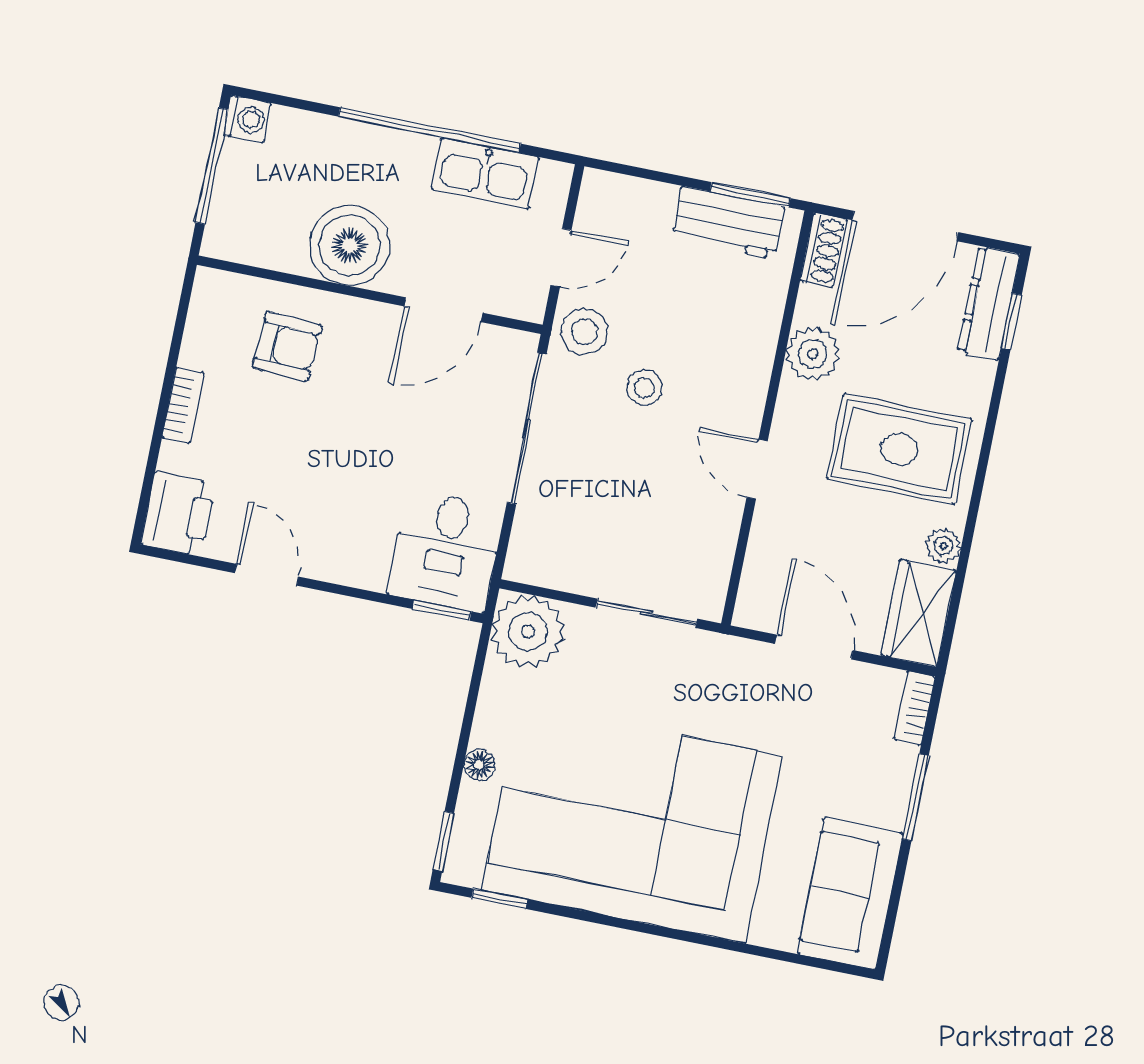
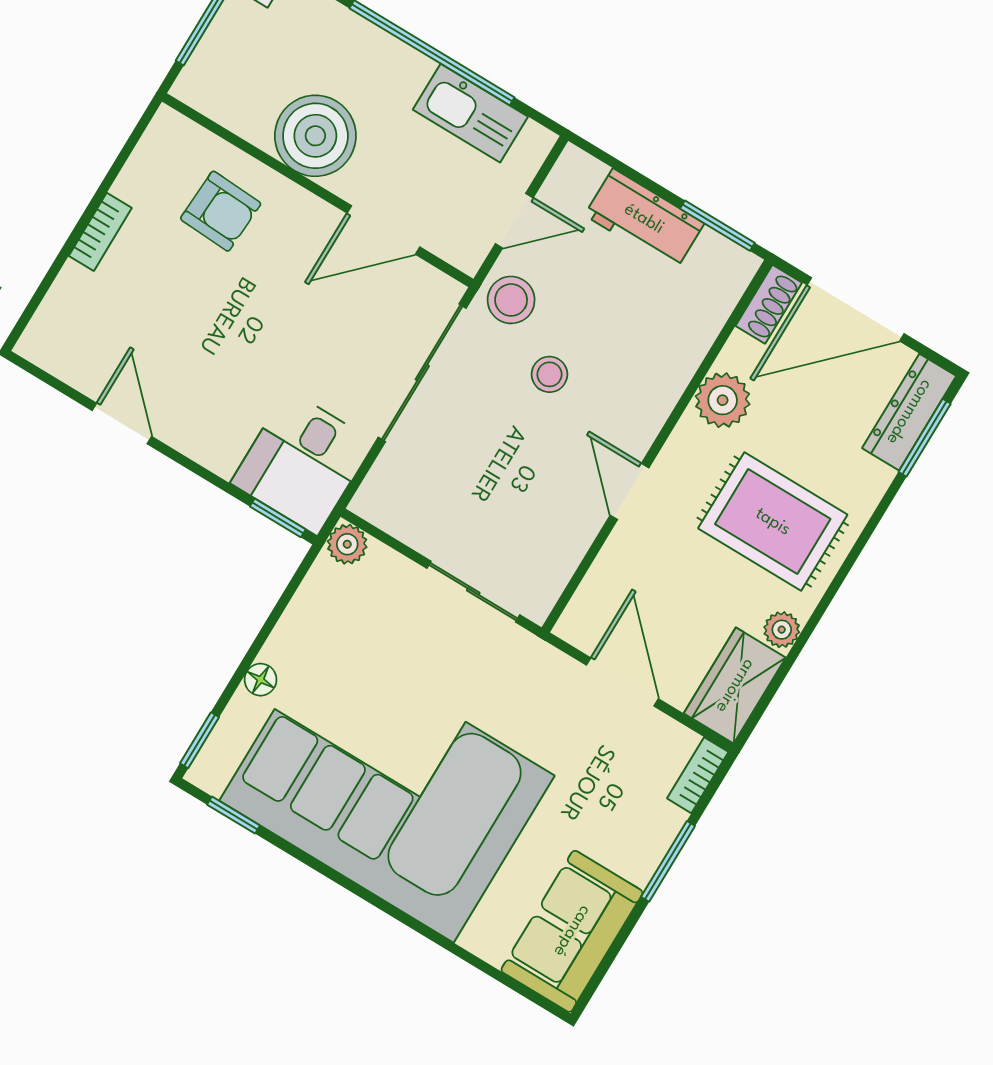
workbench: (728, 223) -> (644, 219), moved
window: (1011, 322) -> (925, 438), width x1.50
printer: (178, 514) -> (58, 334), removed
plant: (528, 632) -> (347, 544), width x0.53, depth x0.53

